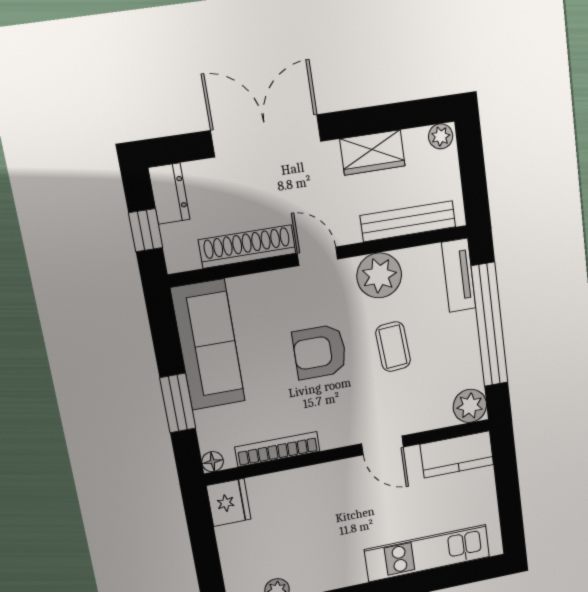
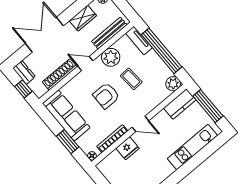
door: (383, 445) -> (140, 124), moved
window: (508, 489) -> (208, 106), added
fridge: (229, 502) -> (127, 148), moved, turned 90

